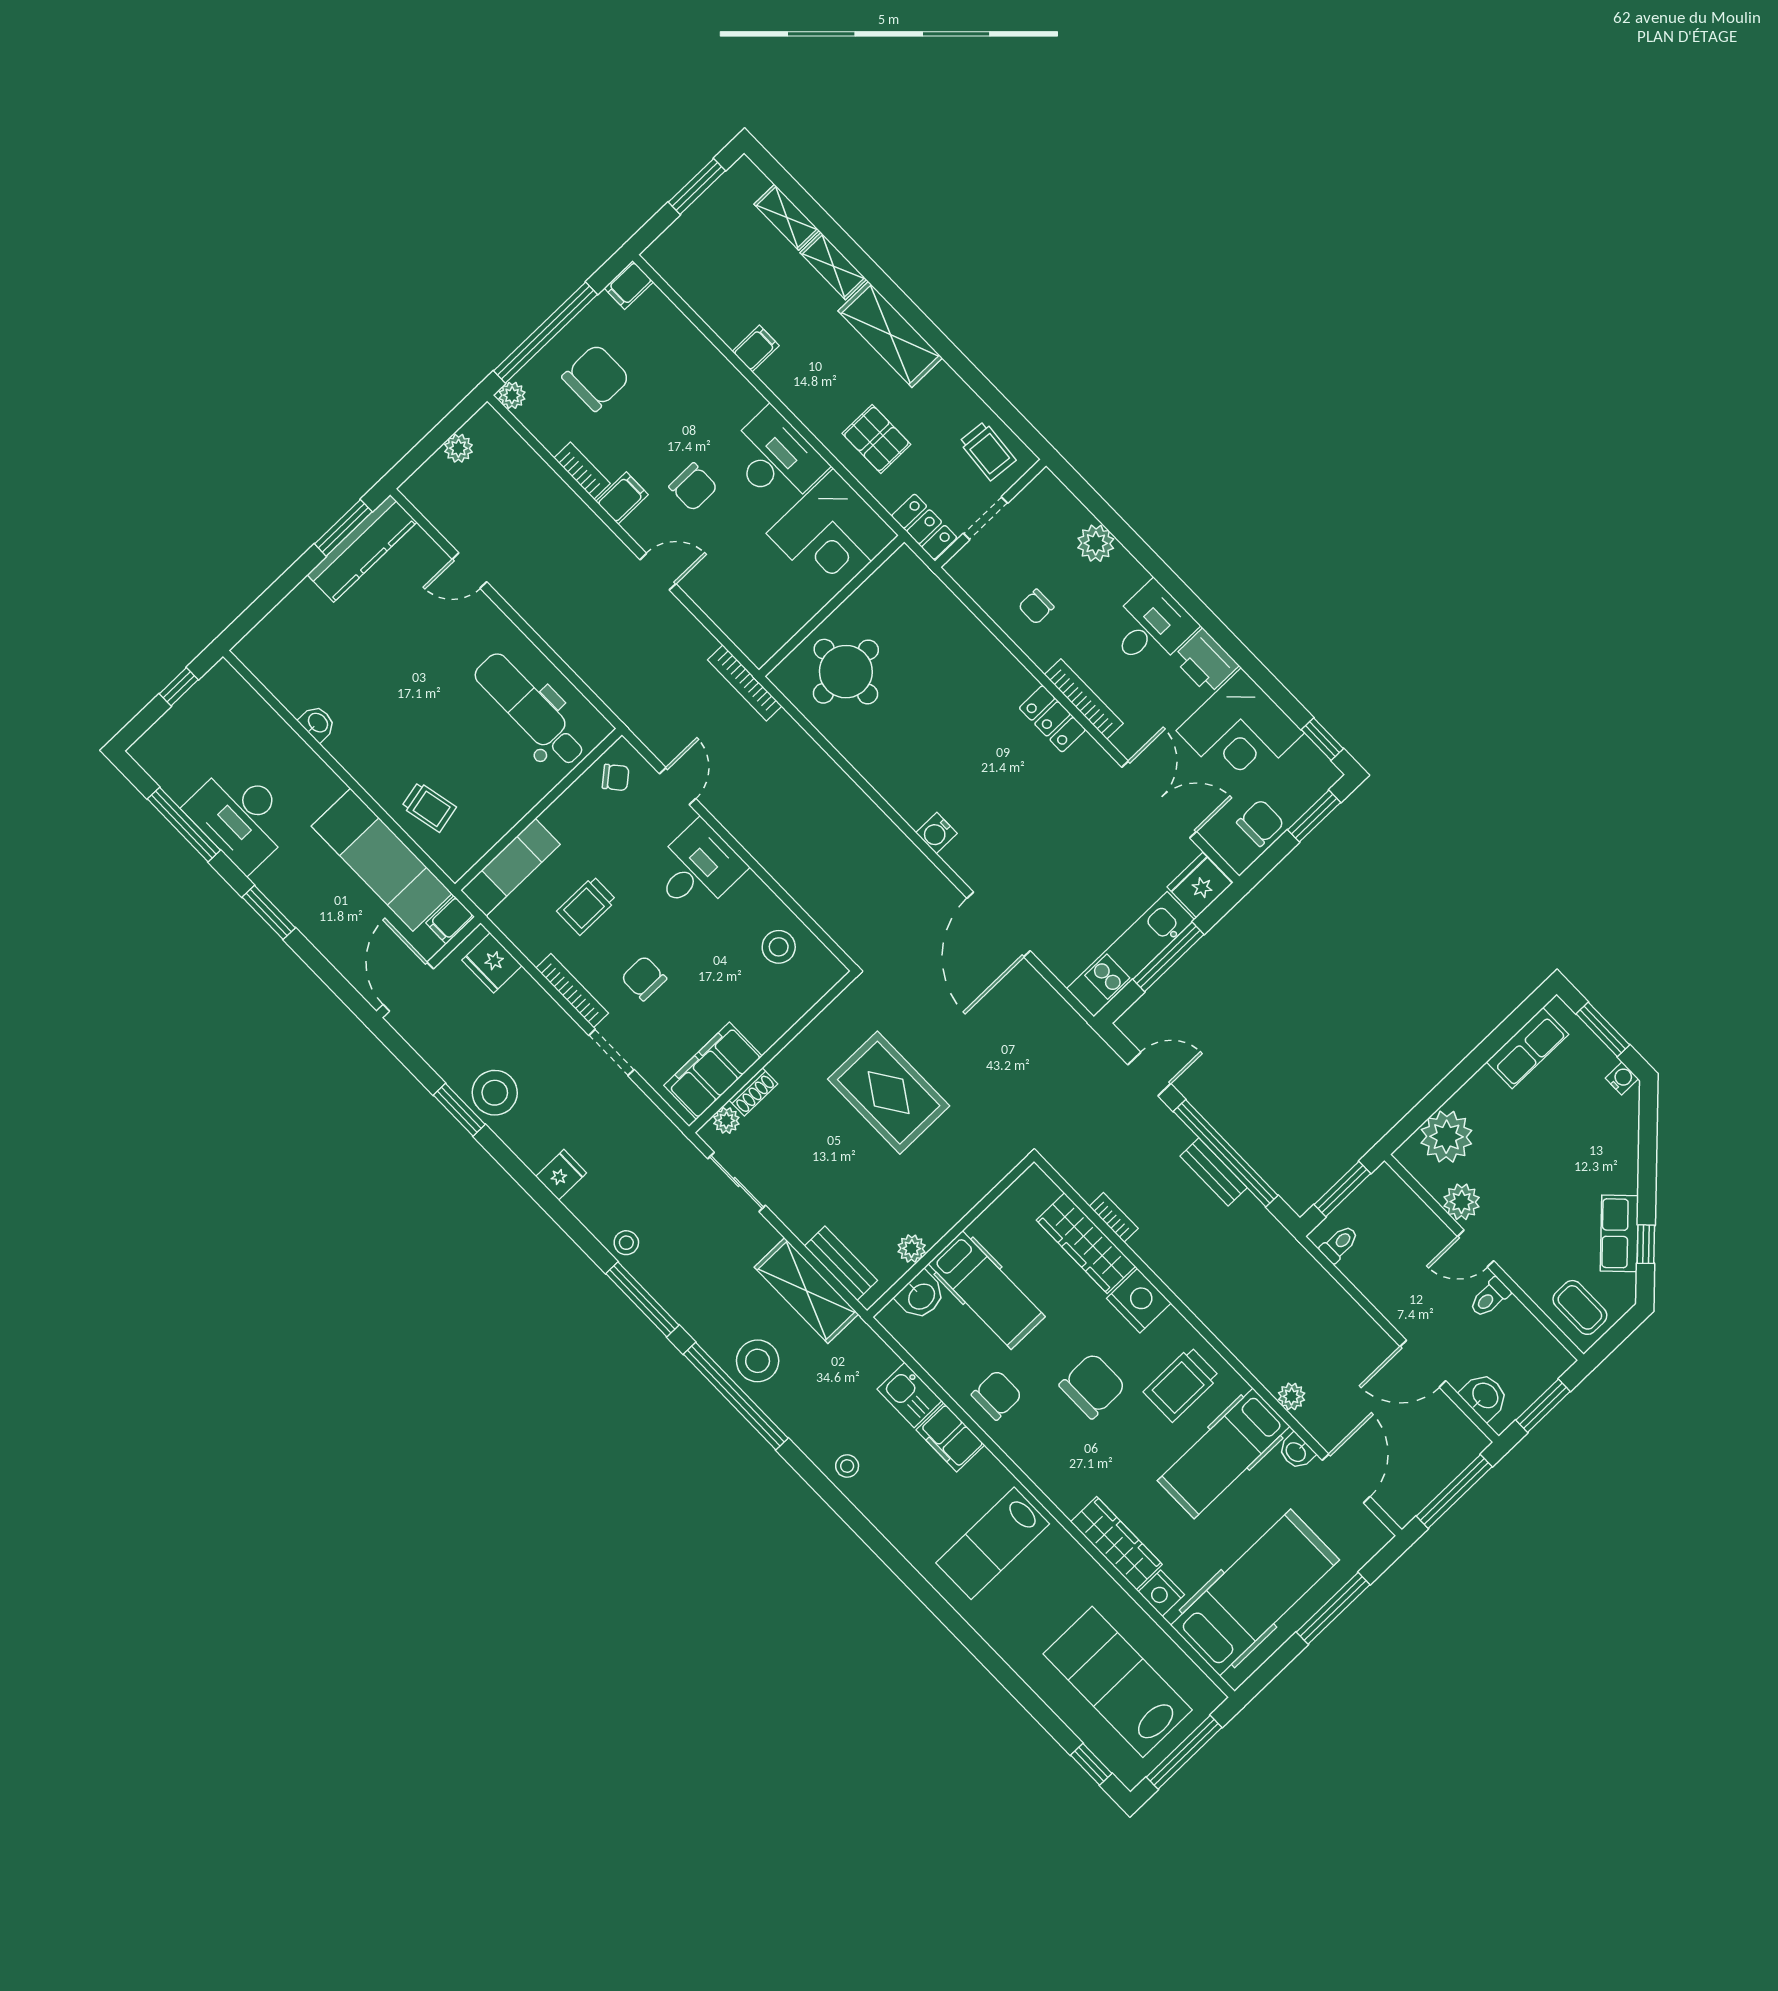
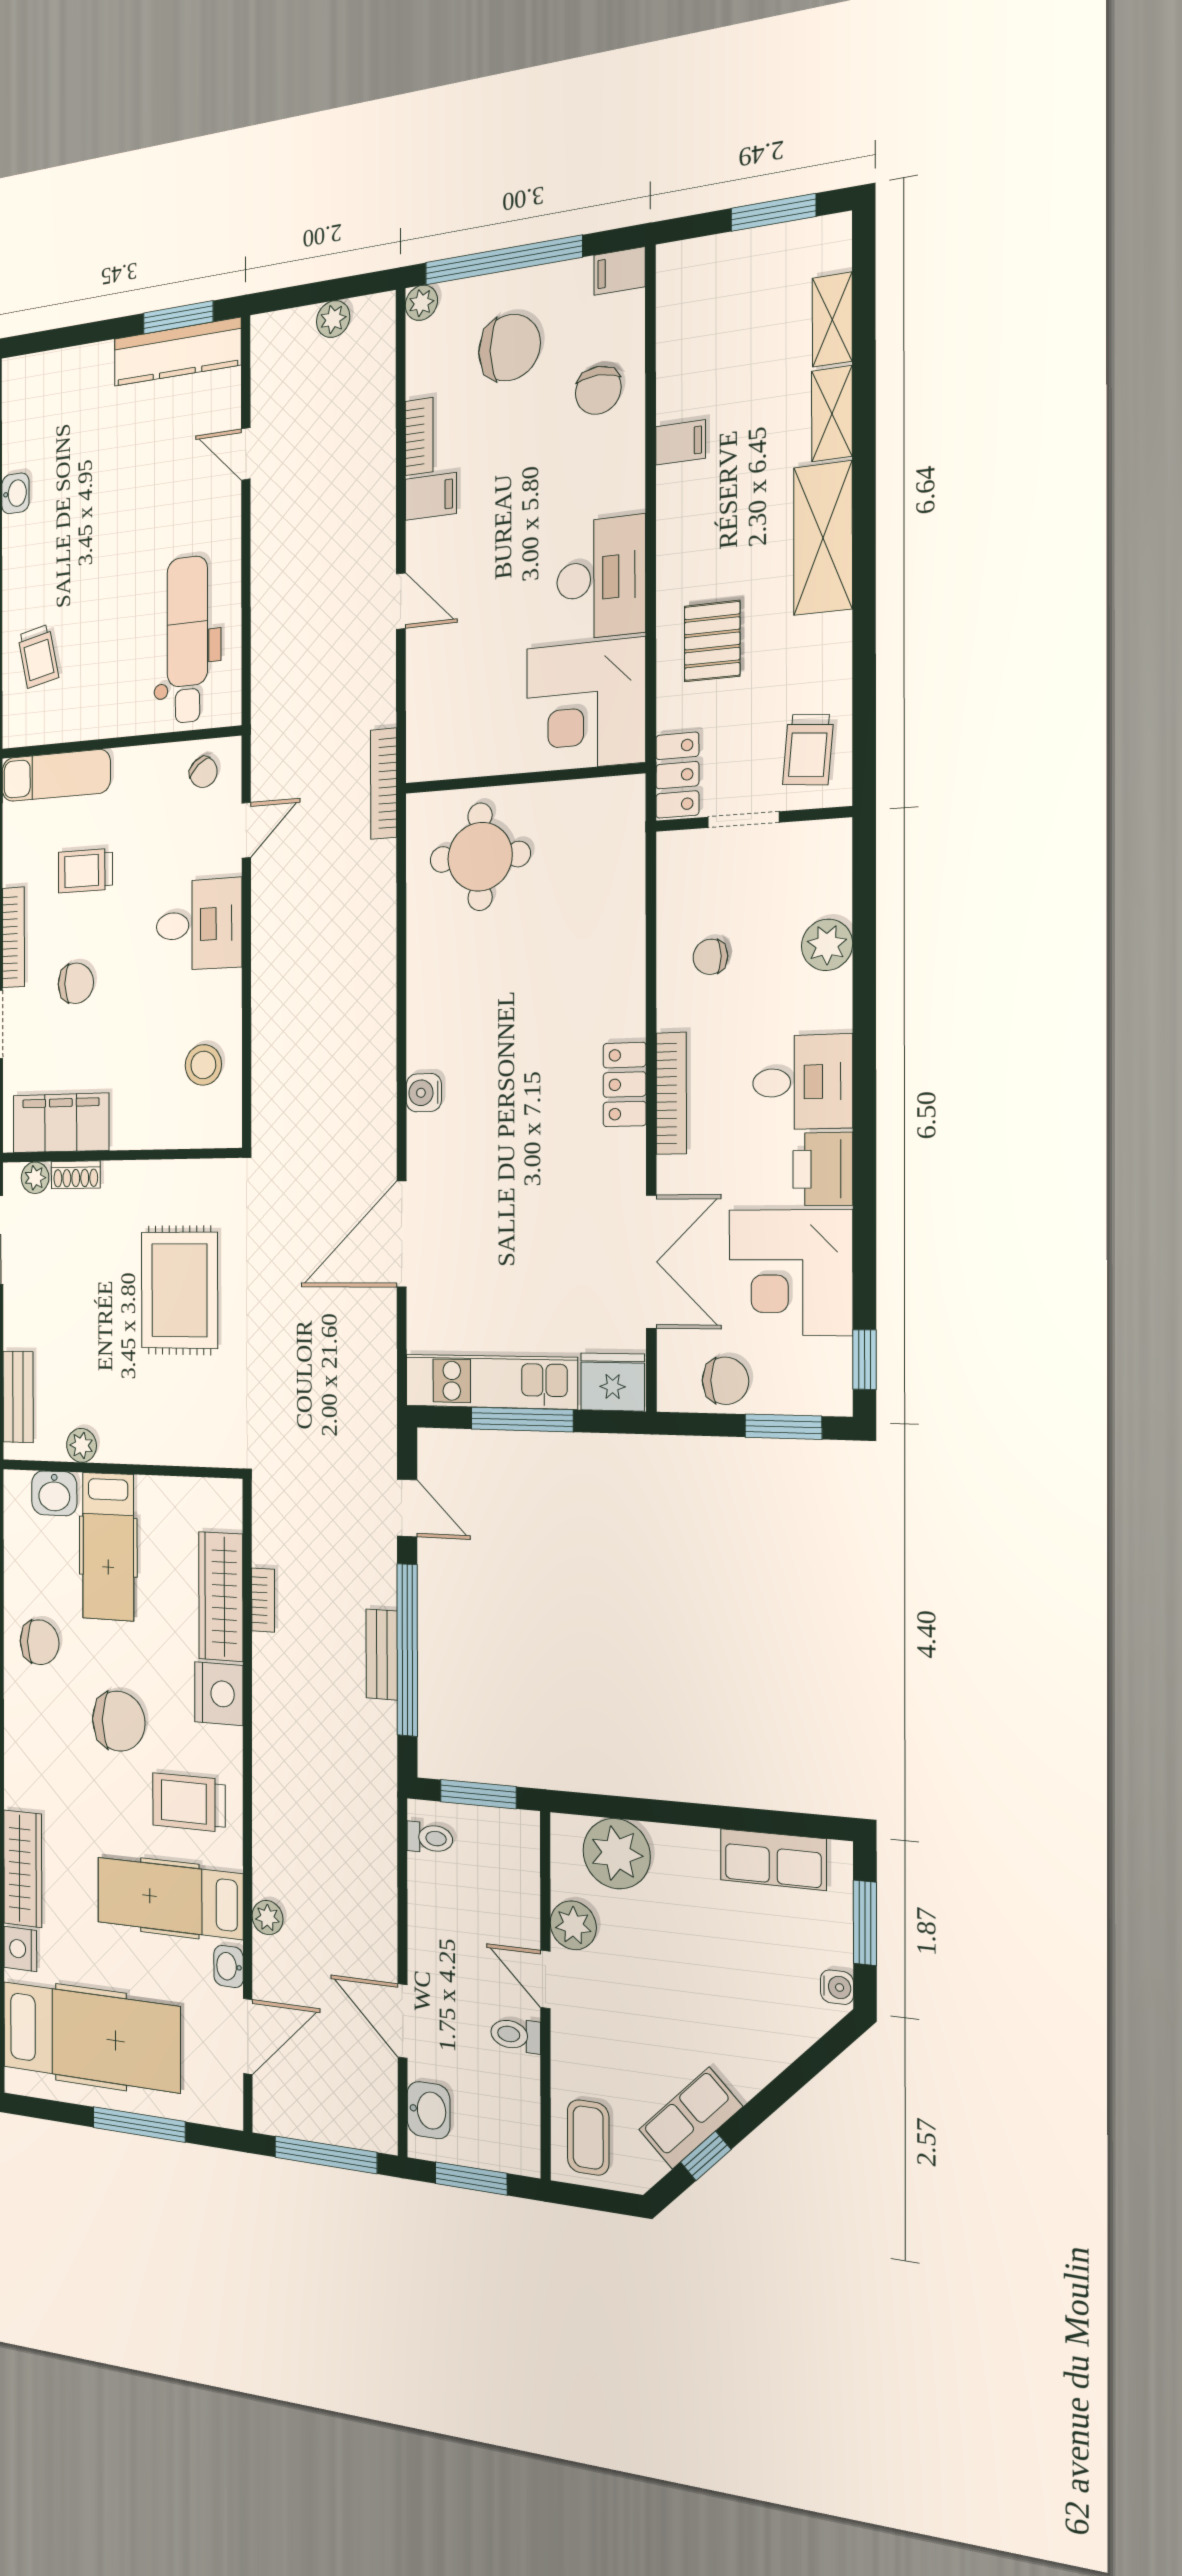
chair: (693, 487) -> (598, 390), moved
chair: (644, 978) -> (76, 983), turned 90

